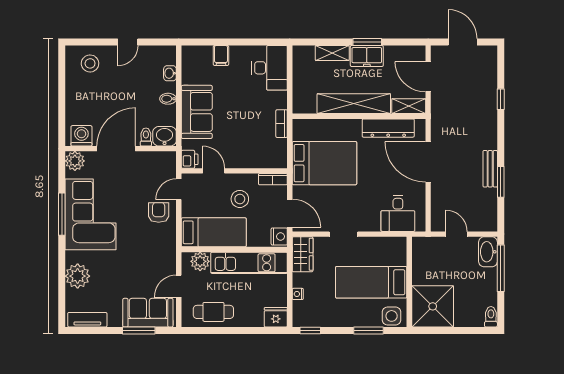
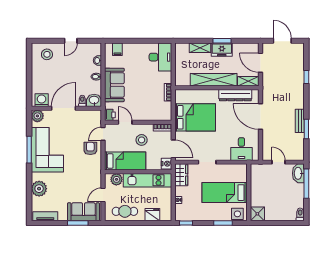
filing cabinet: (221, 55) -> (117, 49), moved
shower: (433, 306) -> (257, 214), width x0.54, depth x0.54
fridge: (276, 317) -> (152, 215), moved

